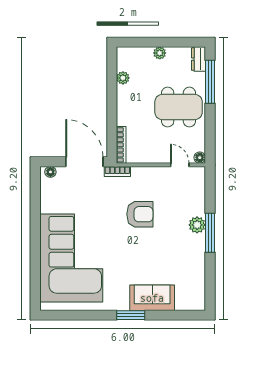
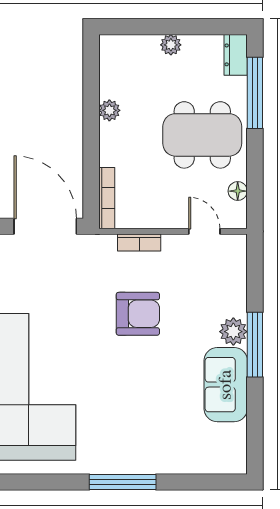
plant: (123, 78) -> (109, 110), moved
floor lamp: (200, 158) -> (238, 191), moved
bookcase: (117, 172) -> (139, 243), moved
sofa: (152, 298) -> (226, 385), moved, turned -90
window: (131, 315) -> (123, 482), width x1.44

